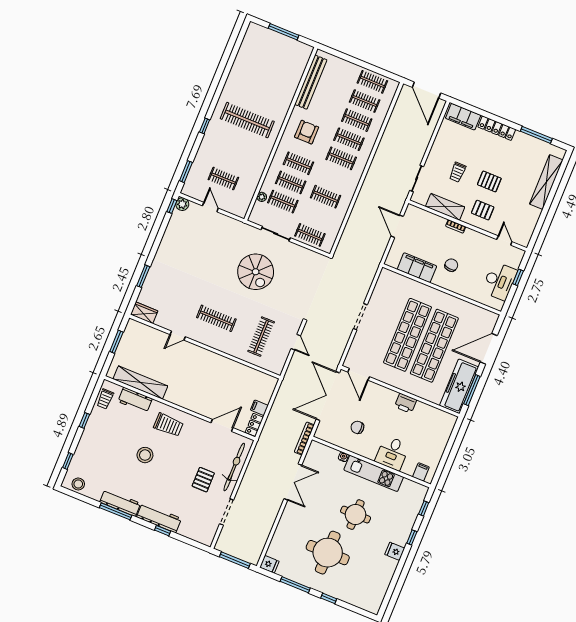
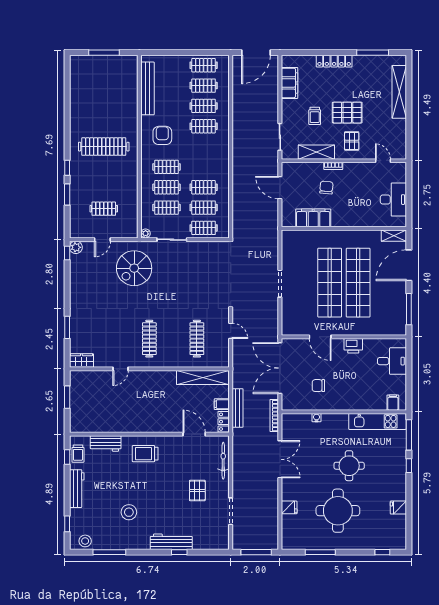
door: (427, 90) -> (256, 53), hinge flipped
filing cabinet: (463, 117) -> (289, 83), moved, turned -90
clothes rail: (341, 158) -> (204, 208), moved
window: (186, 172) -> (67, 195), moved
pallet: (489, 181) -> (347, 113), width x1.50, depth x1.42
plant: (262, 197) -> (146, 233), moved
door: (210, 207) -> (102, 240), swing flipped
pallet: (483, 210) -> (352, 141), turned 90
chair: (451, 265) -> (326, 188), moved
spiral stairs: (256, 272) -> (134, 268), moved, turned 90
window: (518, 277) -> (409, 189), removed
shelving: (486, 315) -> (394, 236), added
clothes rail: (216, 318) -> (149, 339), turned 90
door: (359, 374) -> (320, 337), moved
shelving: (140, 383) -> (203, 377), moved
freezer: (459, 386) -> (396, 310), removed
bench: (273, 417) -> (237, 408), added
window: (84, 420) -> (67, 457), moved
trolley: (168, 425) -> (145, 454), turned 180
door: (222, 425) -> (194, 434), hinge flipped
desk: (392, 453) -> (392, 361), moved, turned -90
stool: (145, 455) -> (129, 512), moved
bicycle: (234, 467) -> (223, 461), width x0.73, depth x0.71
kitchen unit: (374, 473) -> (377, 421), moved
workbench: (120, 503) -> (77, 489), moved, turned 90
window: (424, 508) -> (409, 435), width x2.17
window: (116, 511) -> (109, 552), moved
fridge: (395, 551) -> (398, 508), moved
fridge: (269, 564) -> (289, 507), moved
window: (329, 598) -> (382, 552), moved

